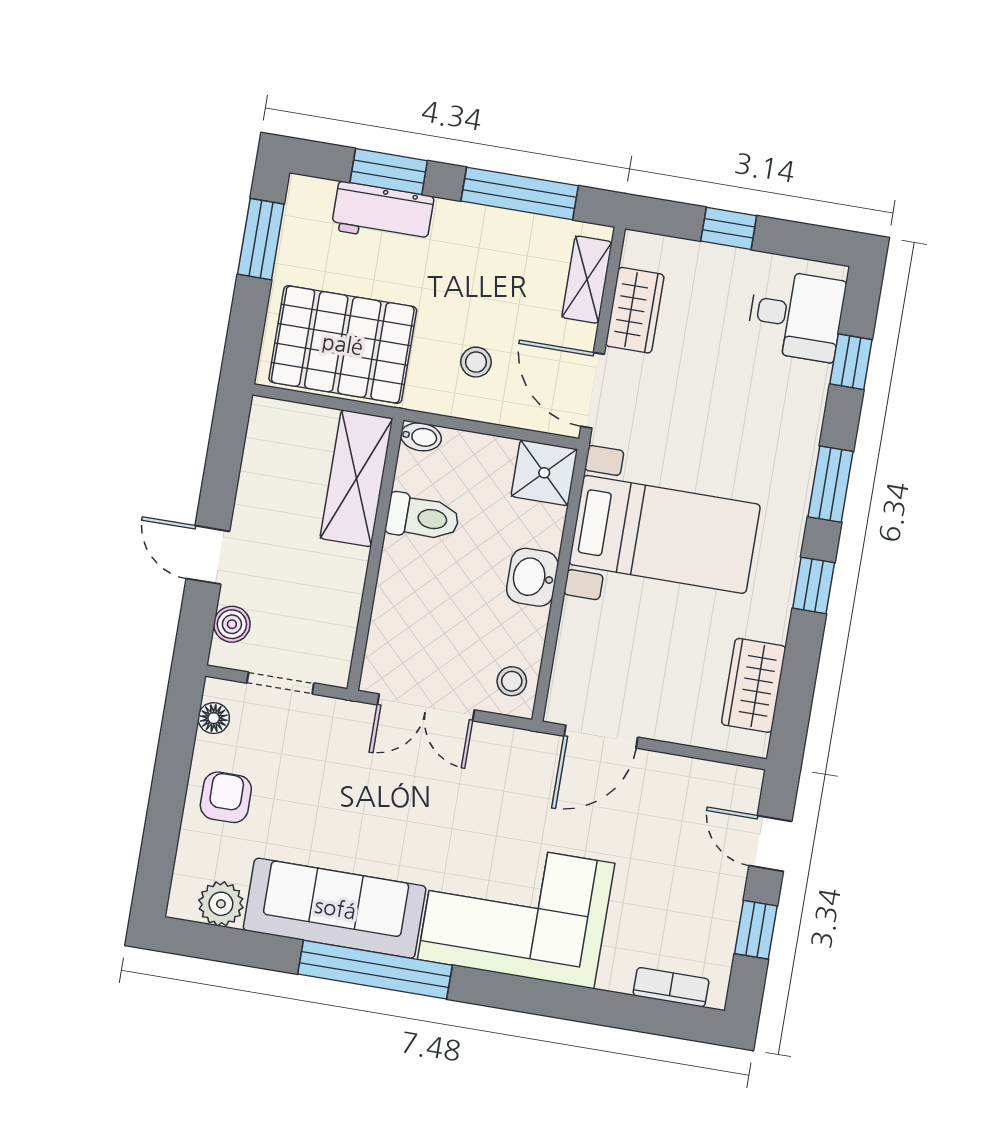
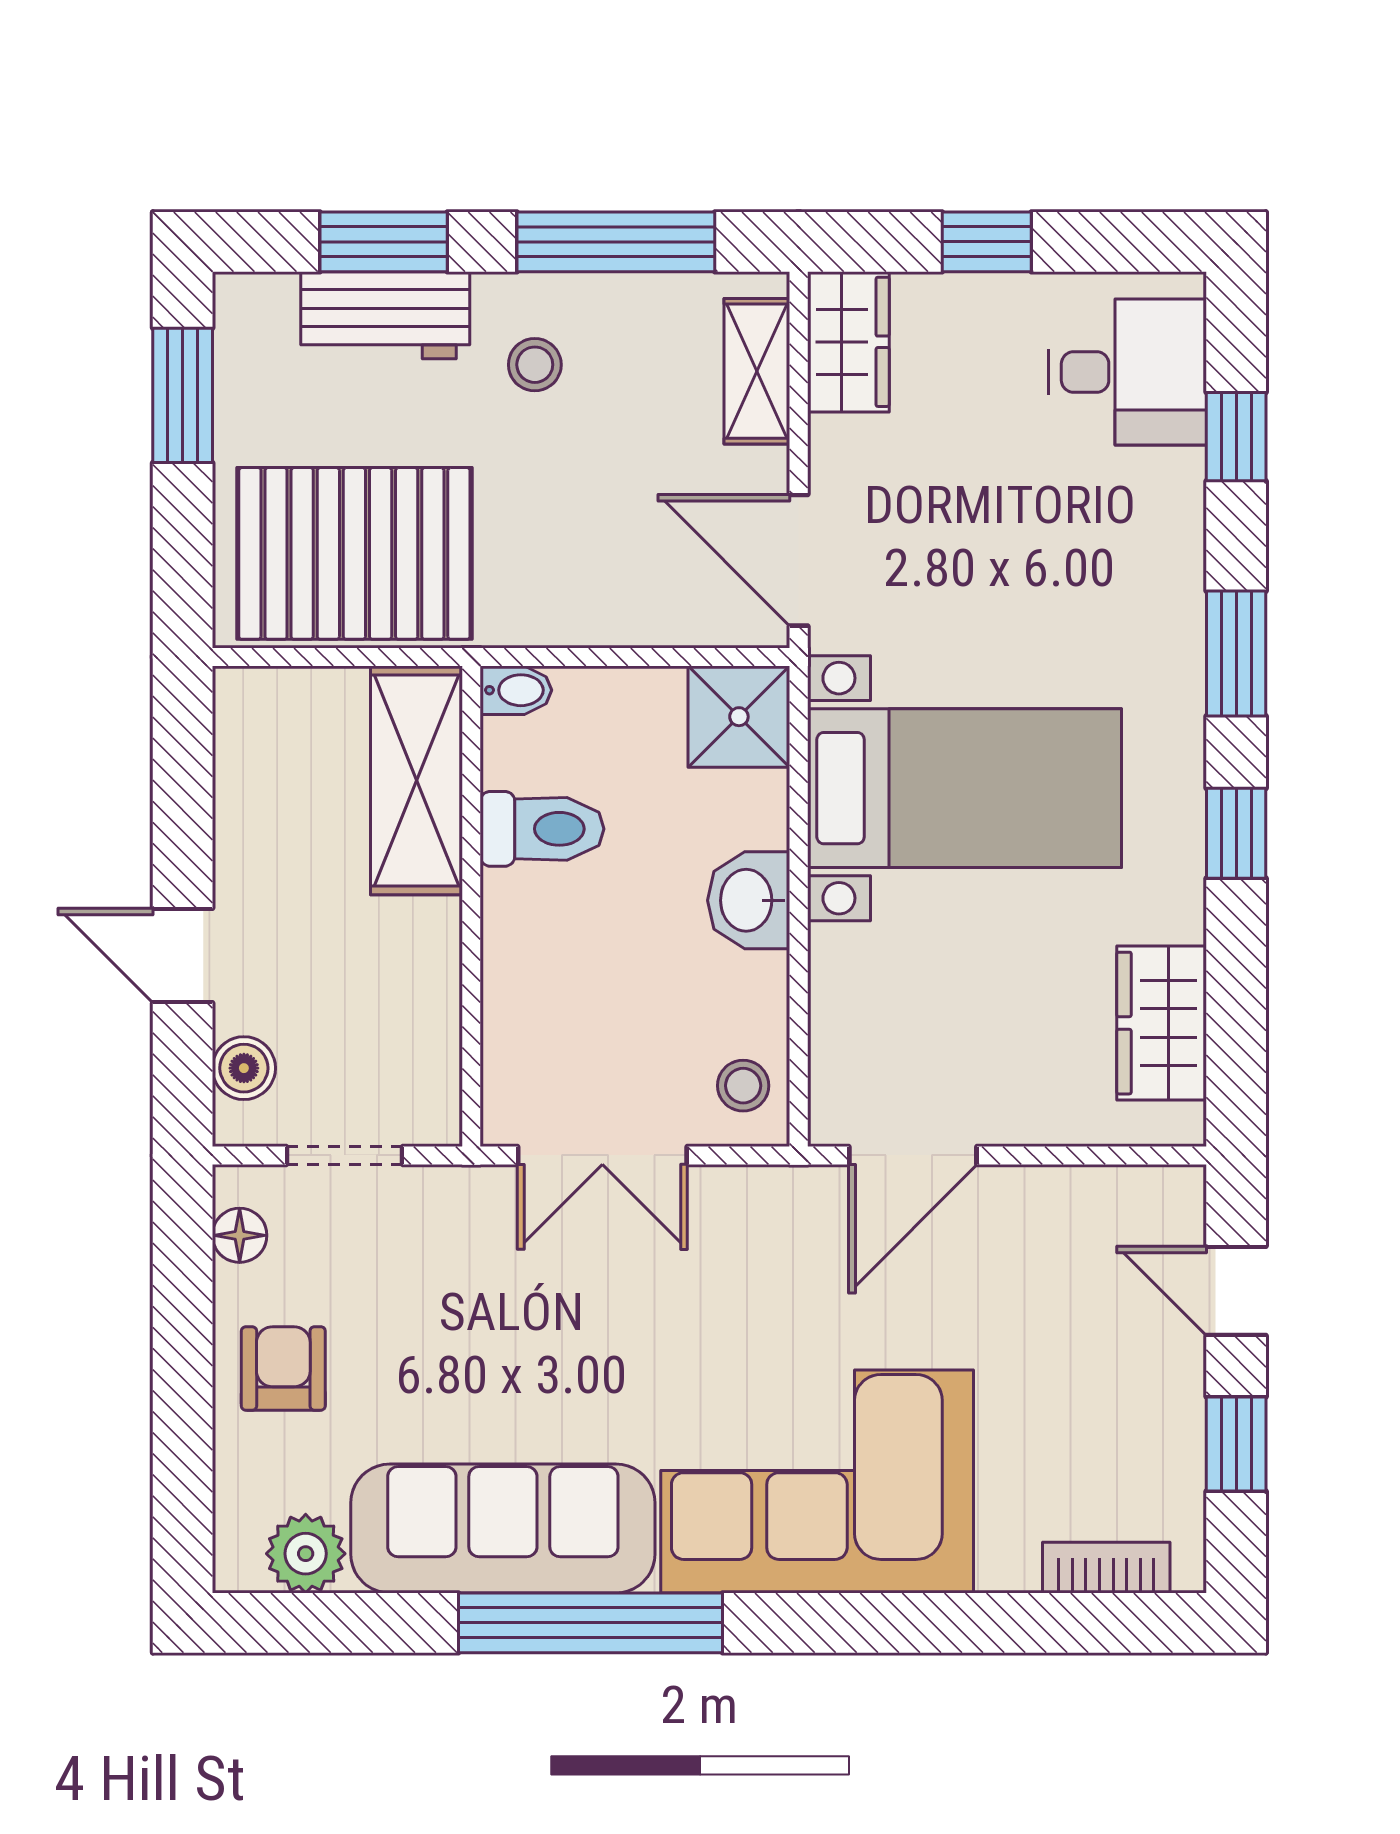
wardrobe: (635, 310) -> (848, 342), moved
stool: (476, 362) -> (535, 365), moved

